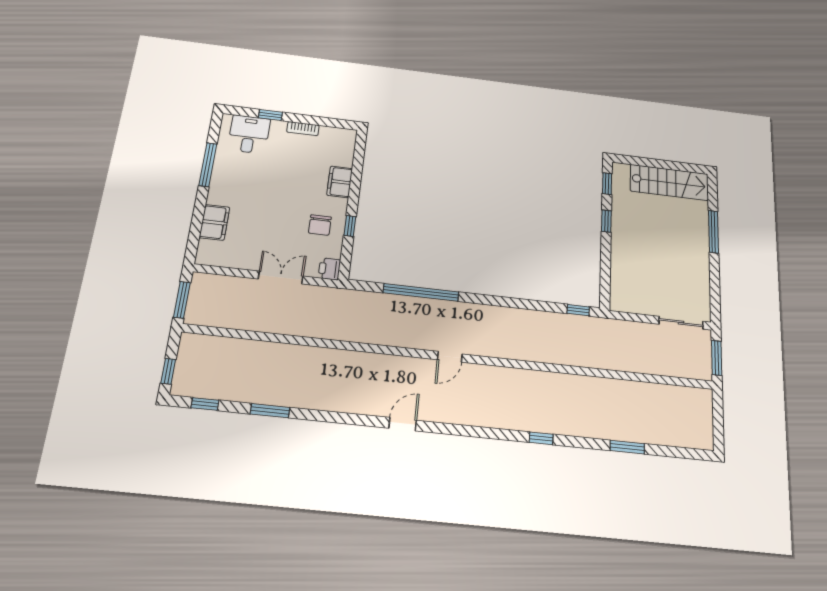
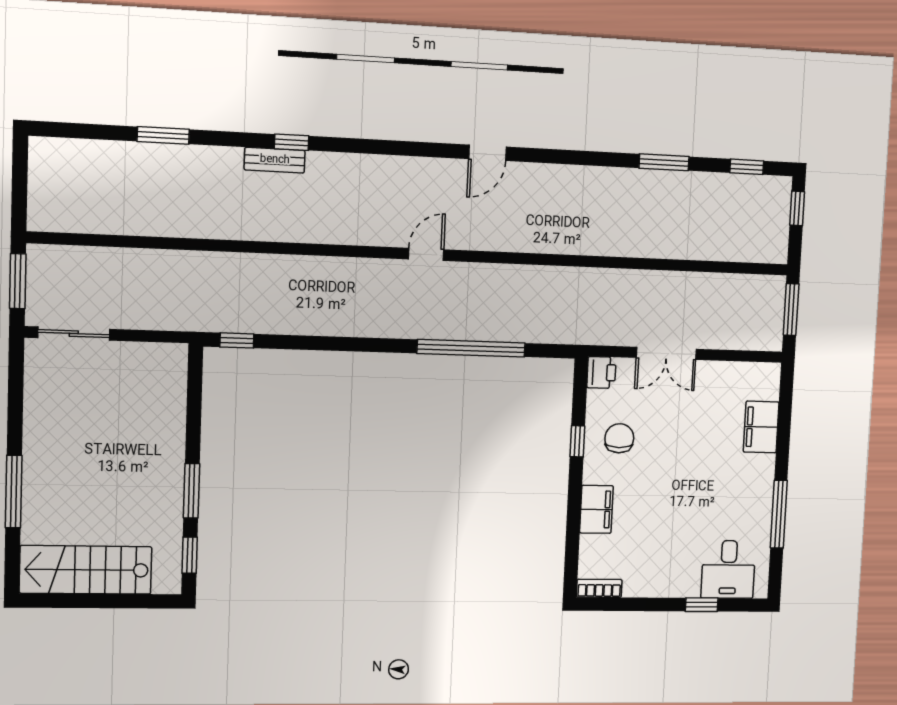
bookcase: (303, 129) -> (599, 588), moved
window: (606, 221) -> (192, 491), width x1.50
bench: (553, 427) -> (275, 160), added

